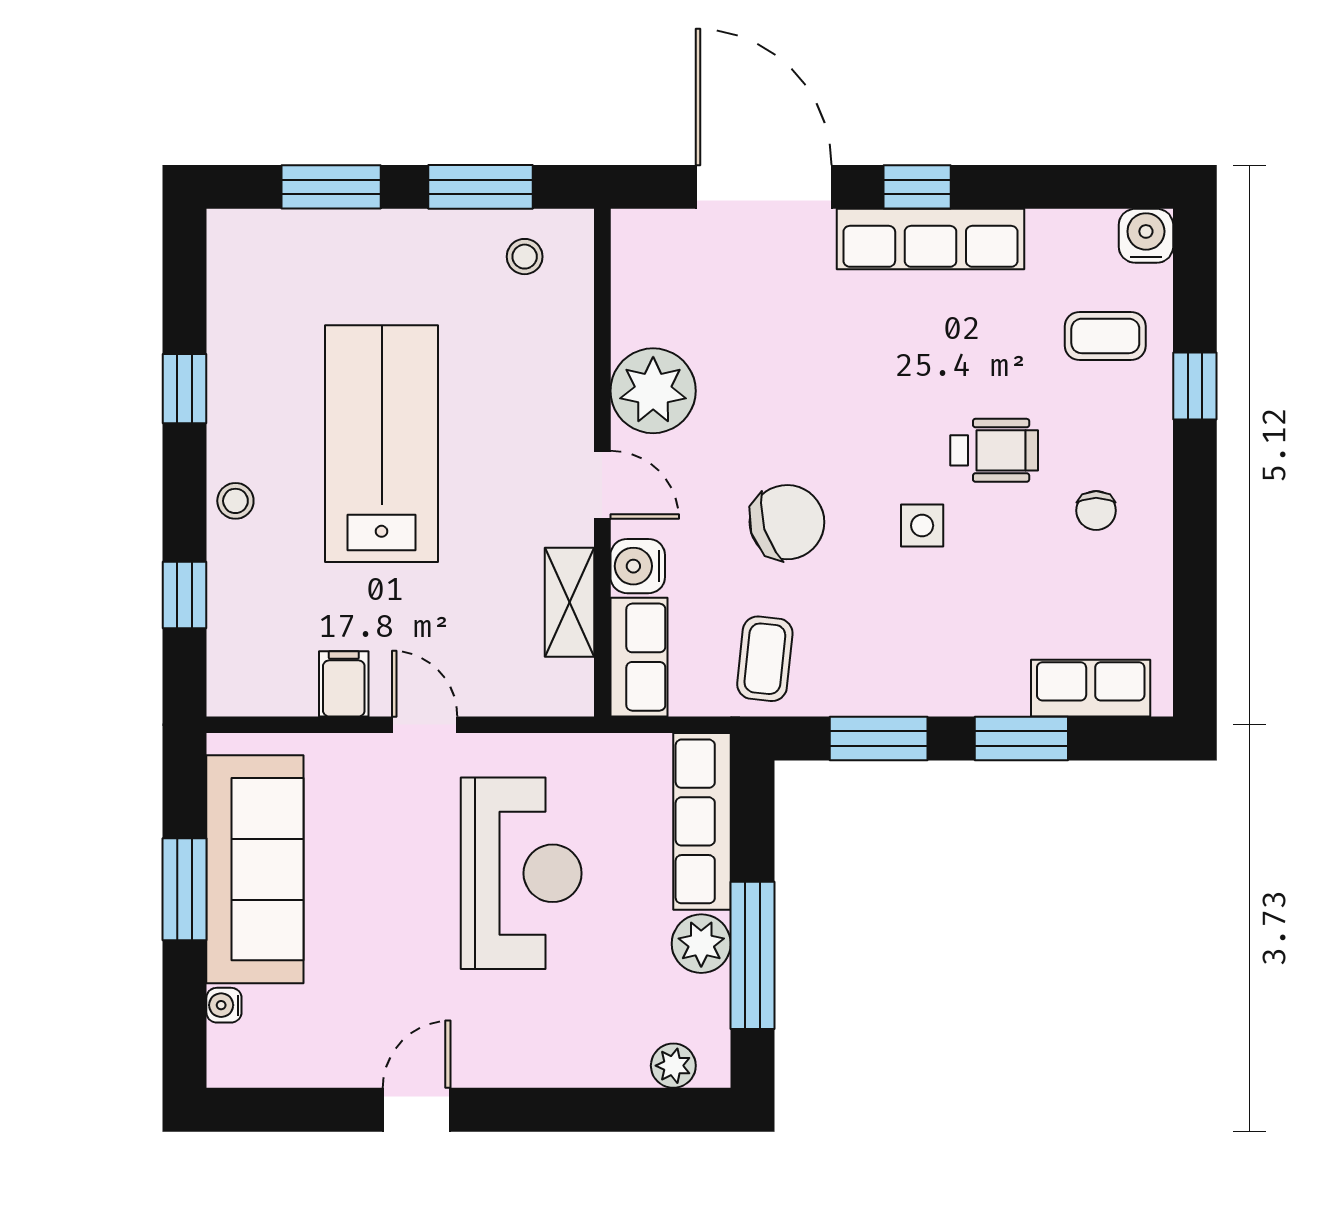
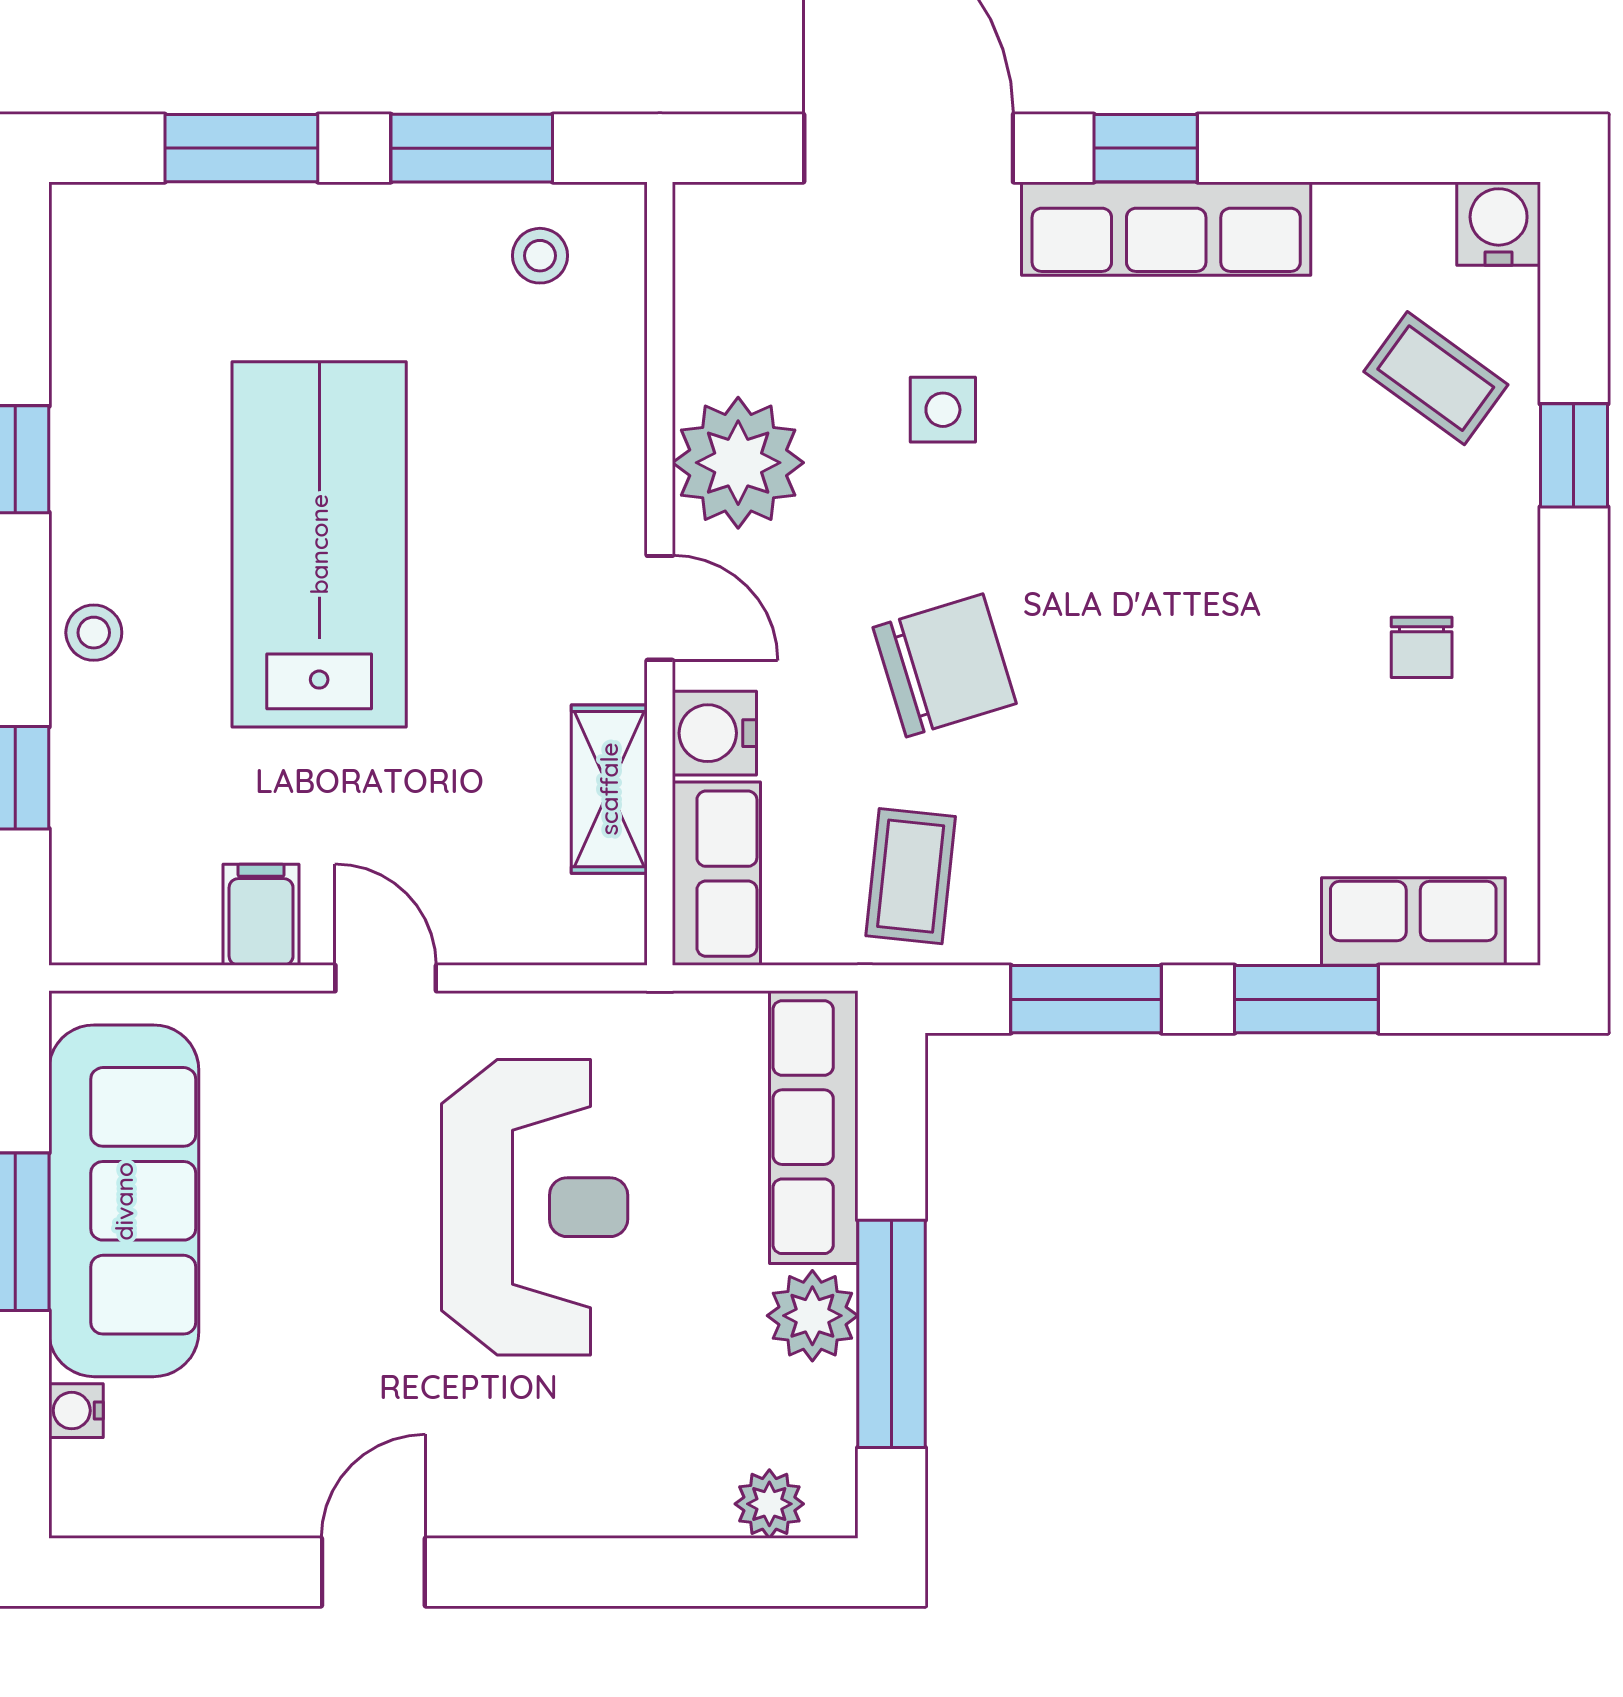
coffee table: (1105, 336) -> (1436, 378), turned 36
wheelchair: (994, 450) -> (1264, 555), removed
side table: (922, 526) -> (943, 410), moved

